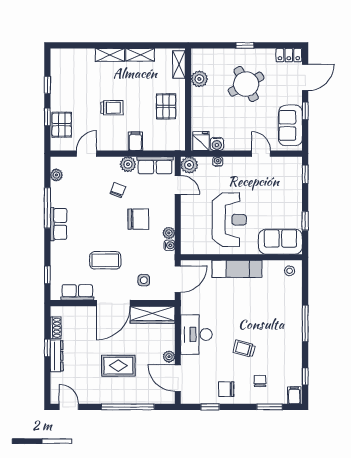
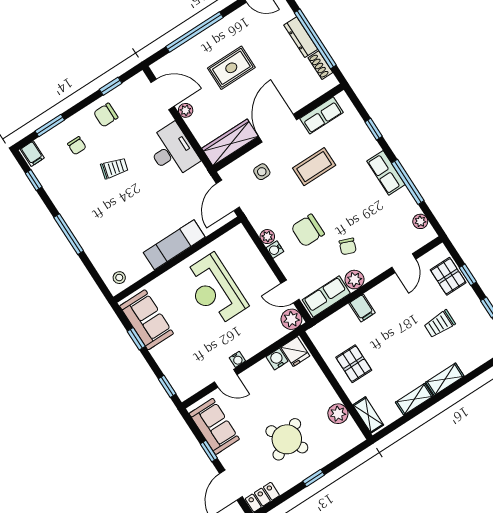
trolley: (112, 108) -> (440, 324), moved
water cooler: (218, 161) -> (237, 359), moved
sofa: (280, 242) -> (147, 320), moved, turned -90
water cooler: (169, 245) -> (275, 250), moved
window: (47, 275) -> (374, 129), moved
window: (47, 348) -> (315, 39), width x3.17
chair: (226, 389) -> (106, 115), turned 180

